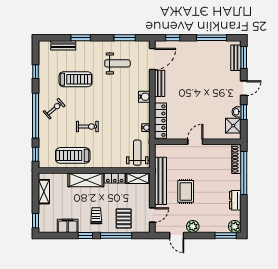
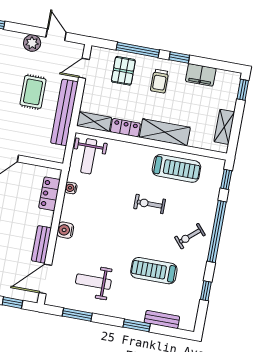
locker: (160, 121) -> (49, 194), width x0.66

